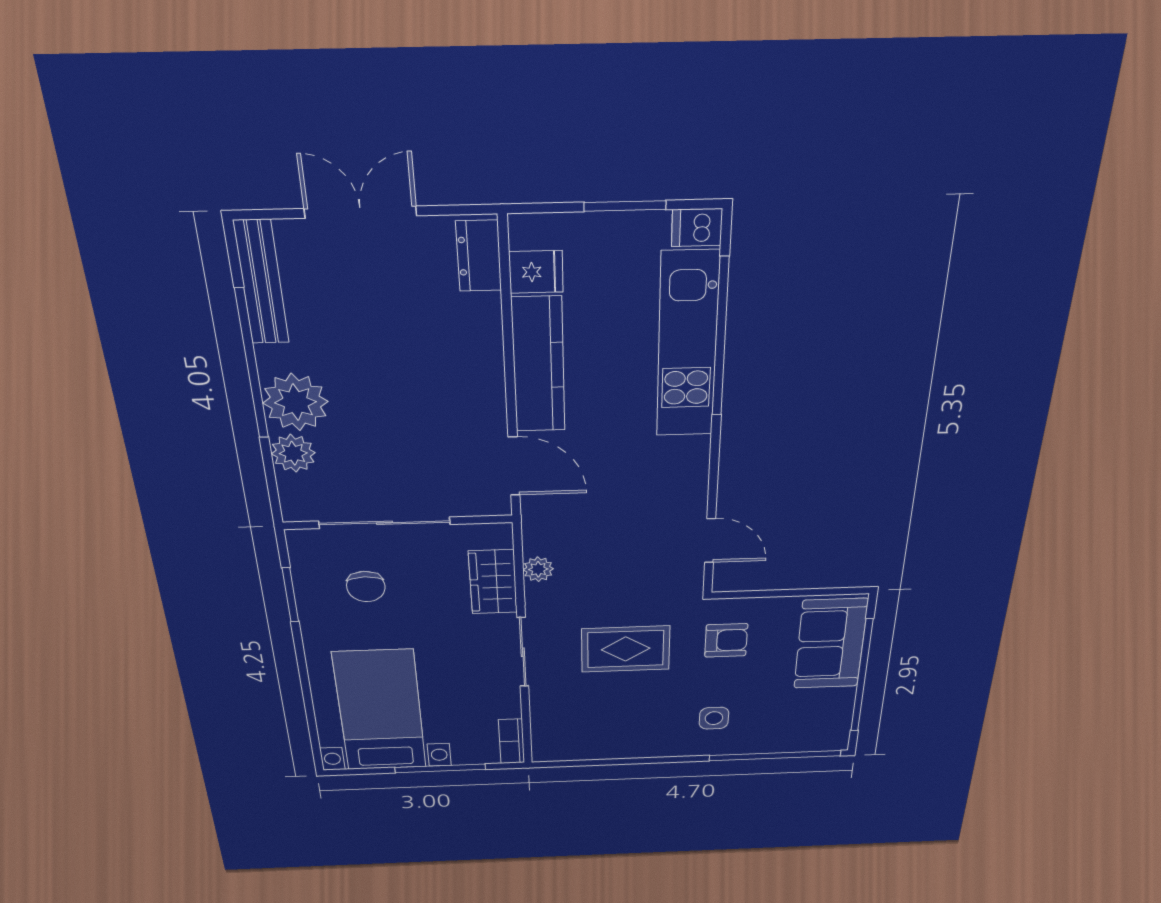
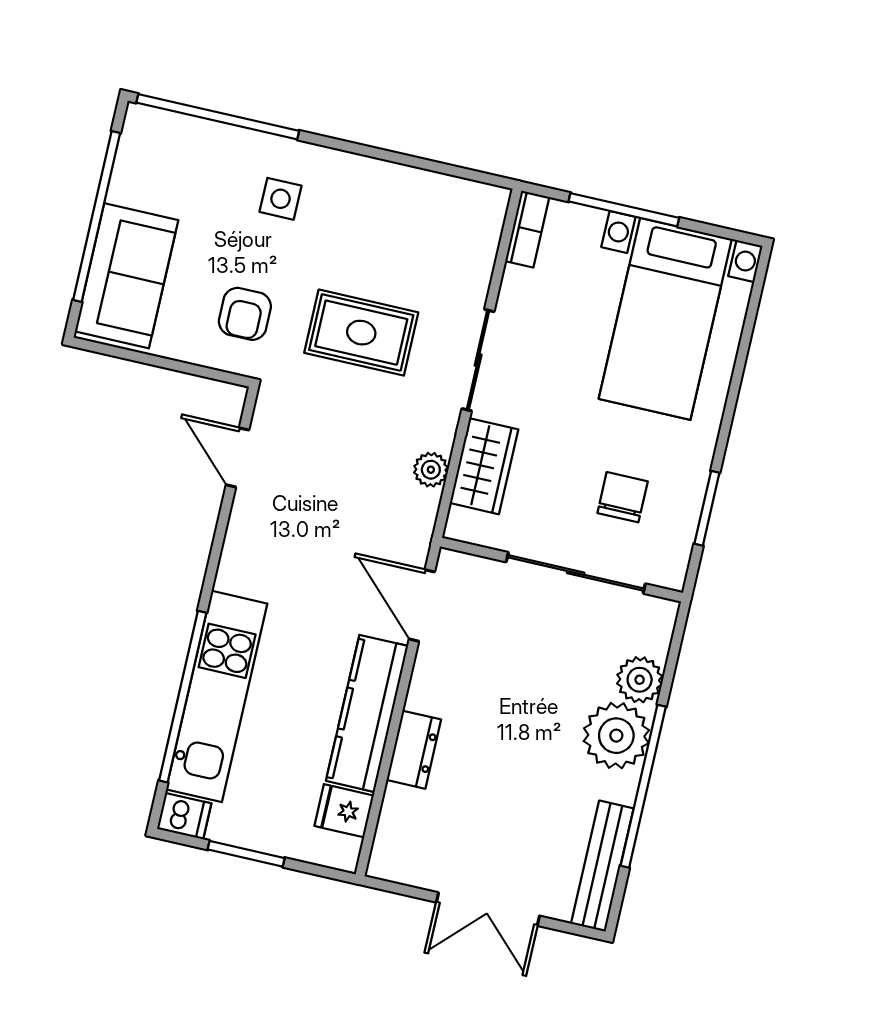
dresser: (479, 256) -> (414, 750), moved
armchair: (726, 640) -> (245, 314), turned -90

